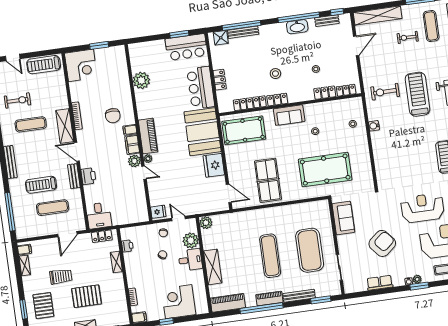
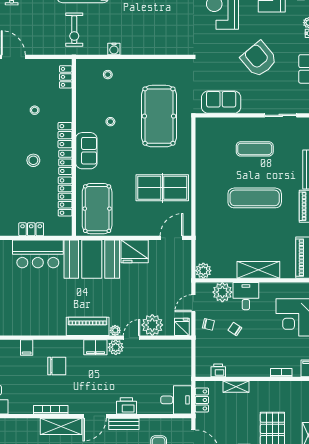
plant: (141, 80) -> (152, 325), moved
locker: (325, 93) -> (65, 135), moved
filing cabinet: (130, 130) -> (27, 347), moved
exercise mat: (310, 250) -> (255, 149), width x0.50, depth x0.69

